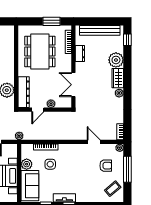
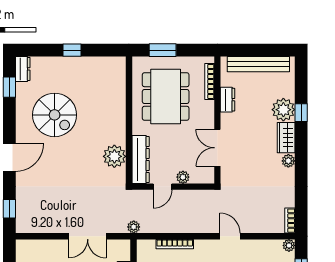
window: (51, 21) -> (163, 50), moved
window: (127, 40) -> (301, 113), moved
door: (94, 142) -> (230, 236), moved

